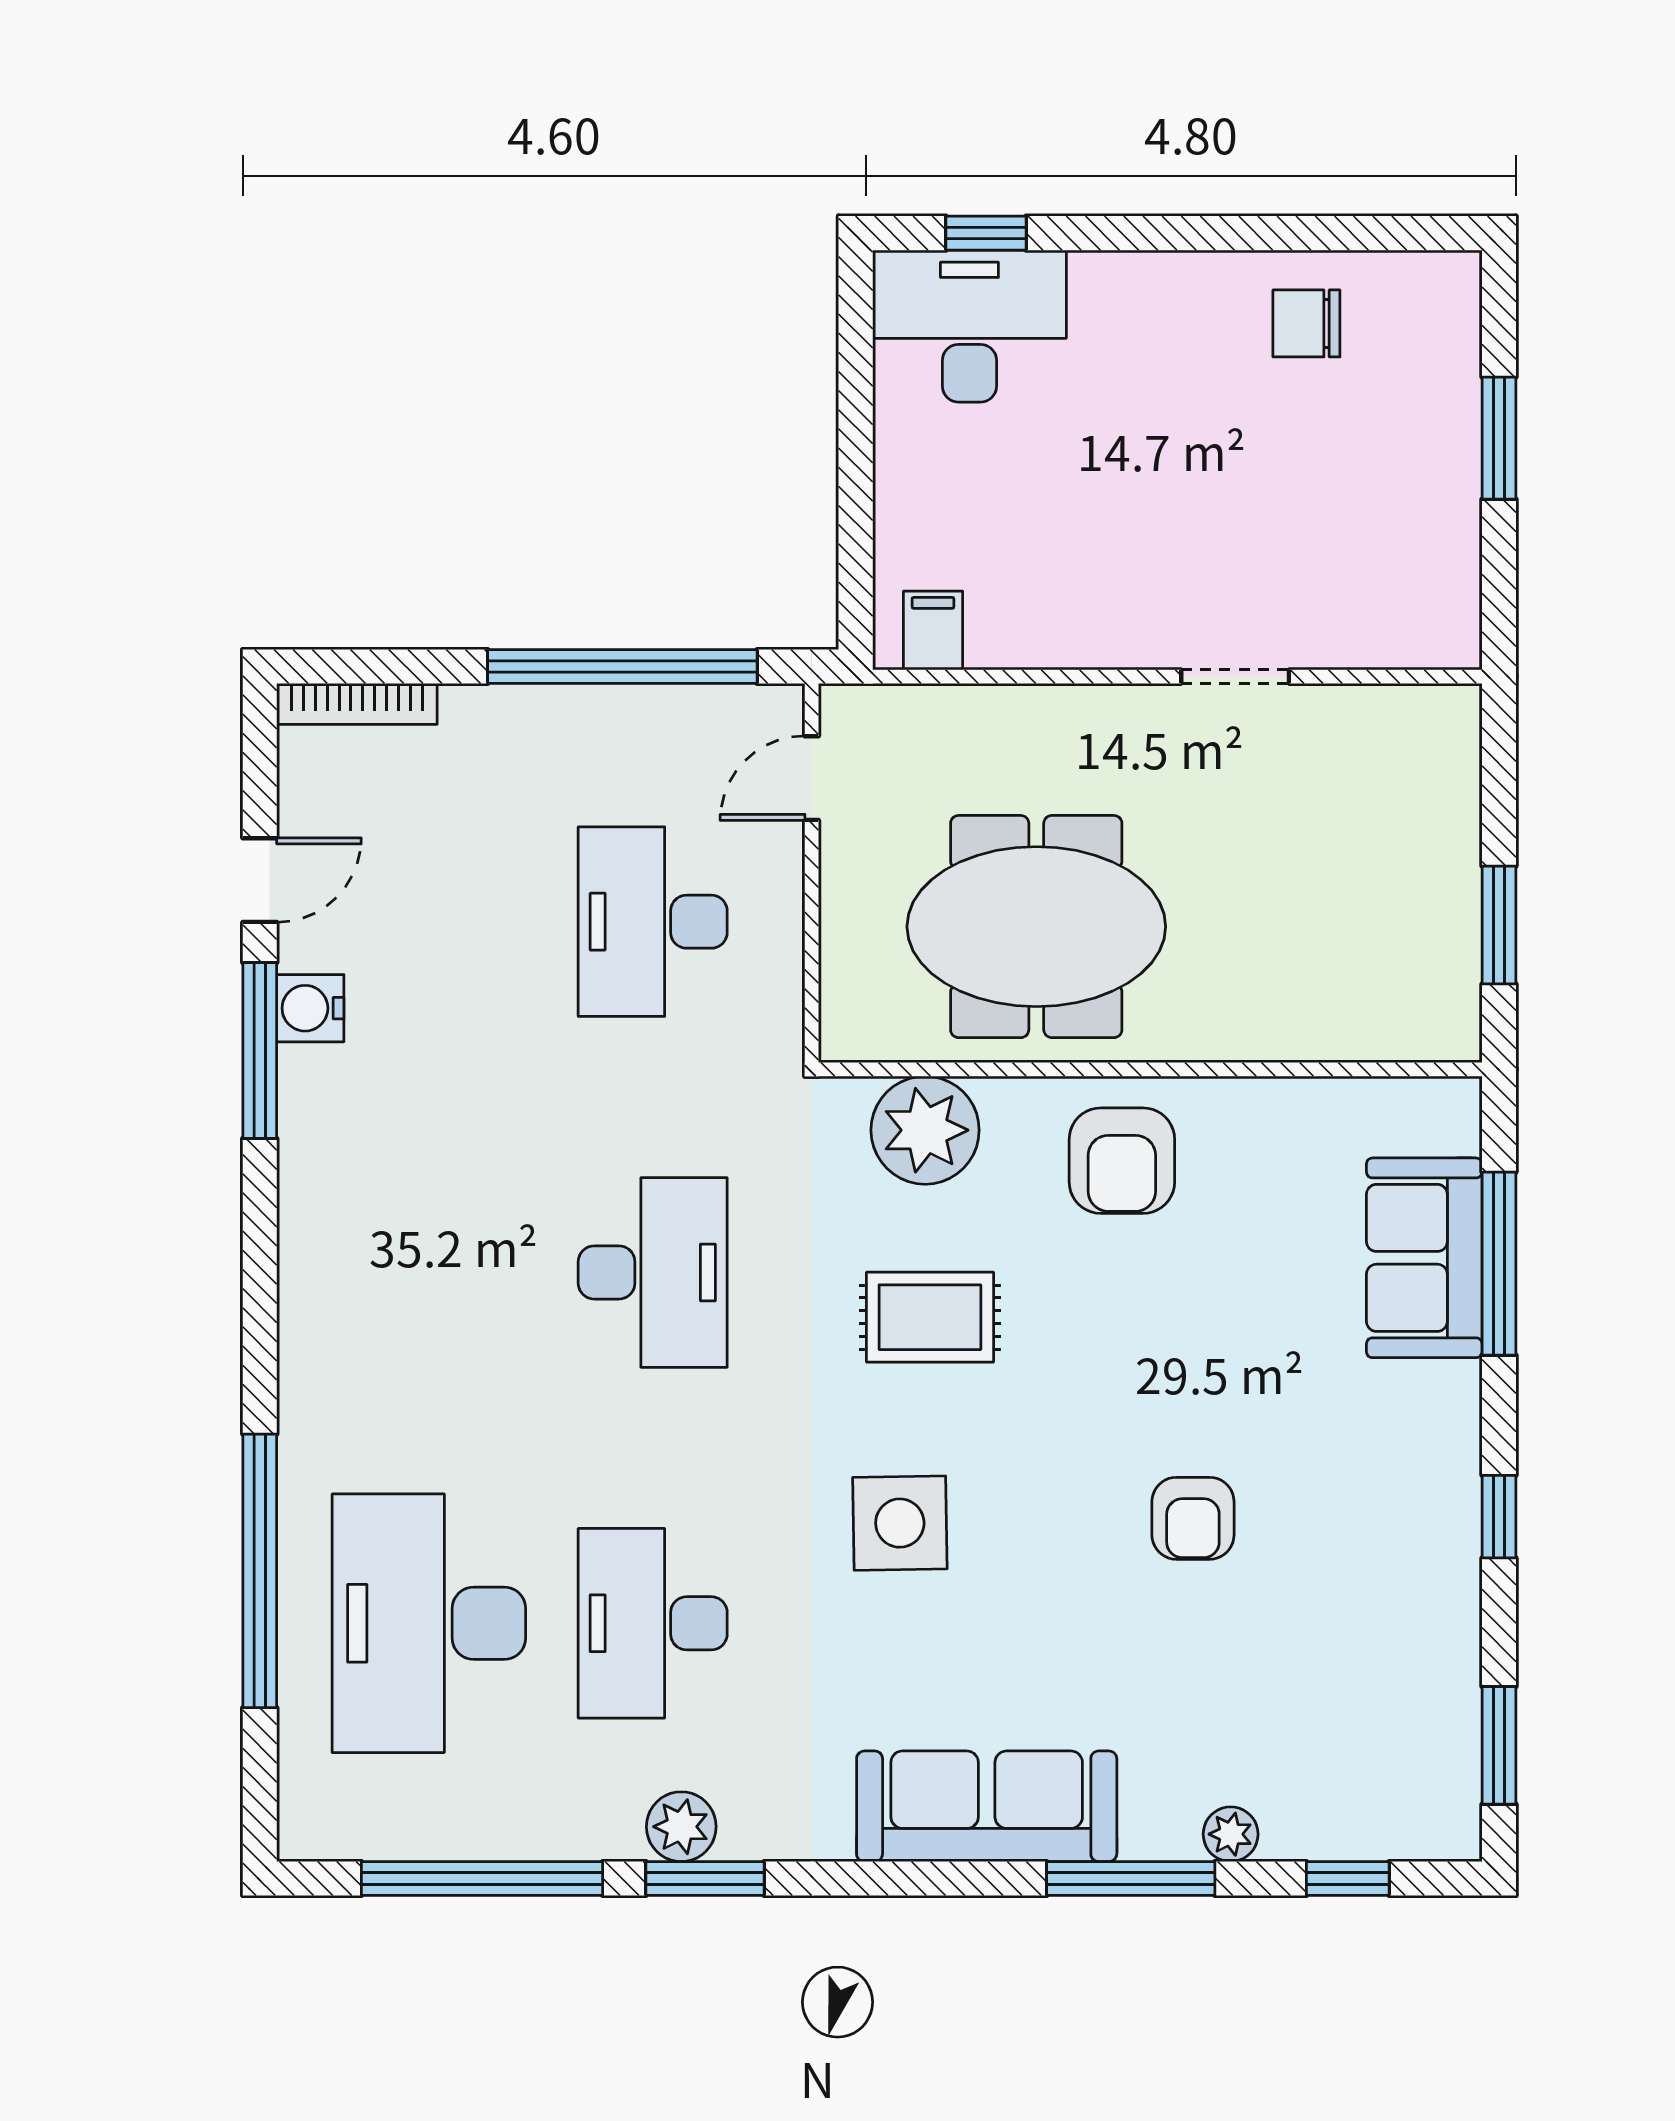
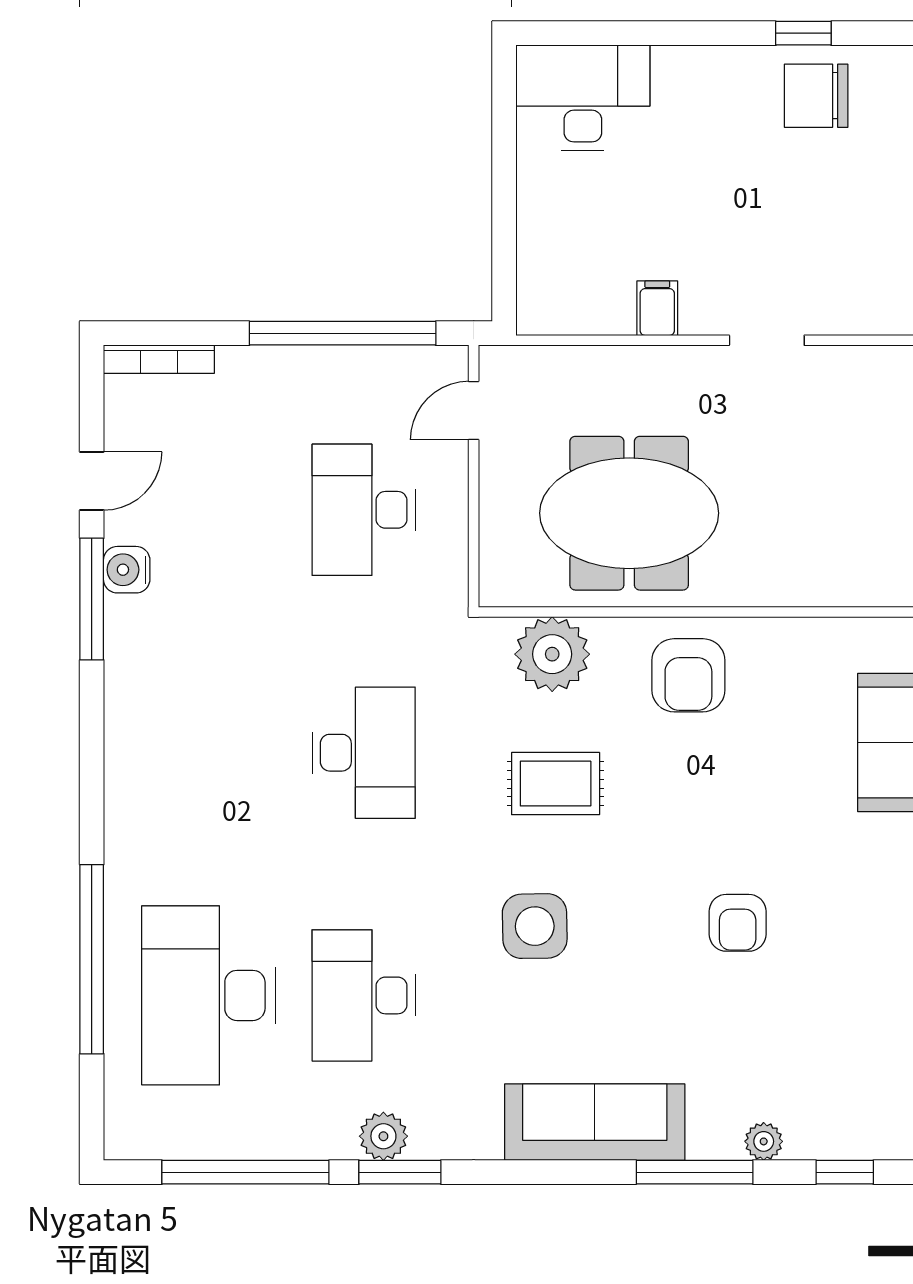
window: (986, 233) -> (803, 33), moved
chair: (1306, 323) -> (816, 96), width x1.37, depth x1.37
filing cabinet: (933, 630) -> (657, 308), moved

